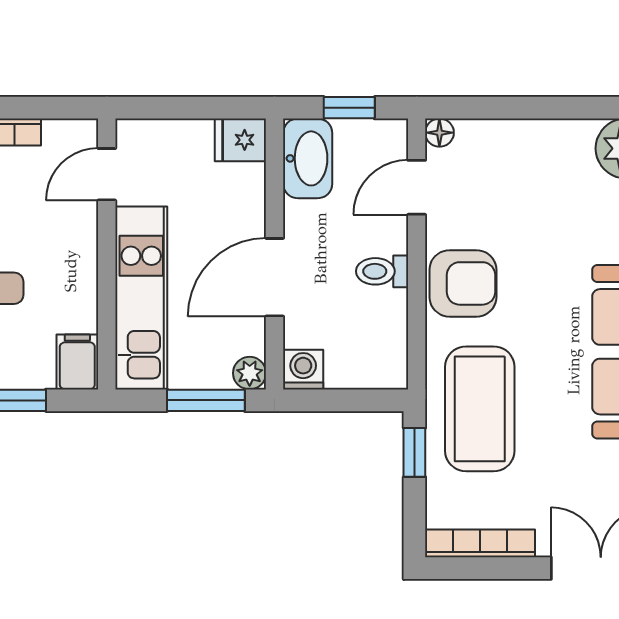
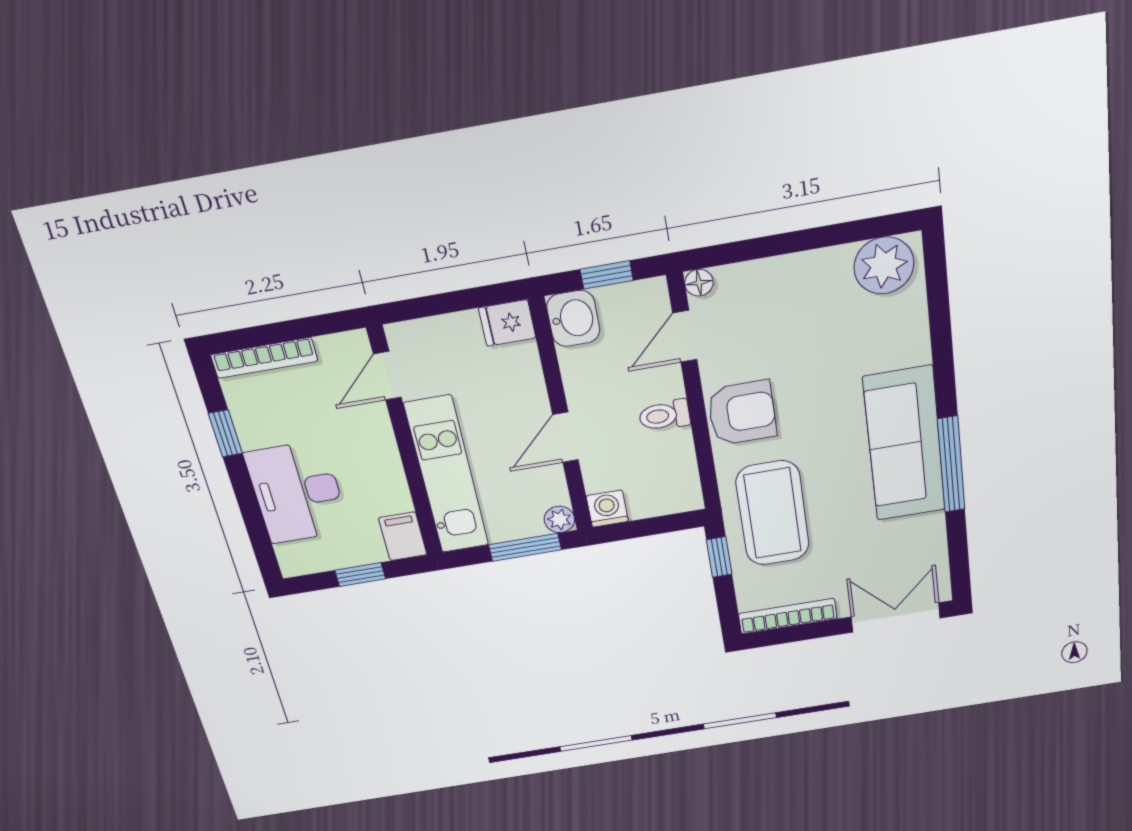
washbasin: (308, 158) -> (573, 318), width x0.72
door: (275, 277) -> (565, 437), width x0.73

